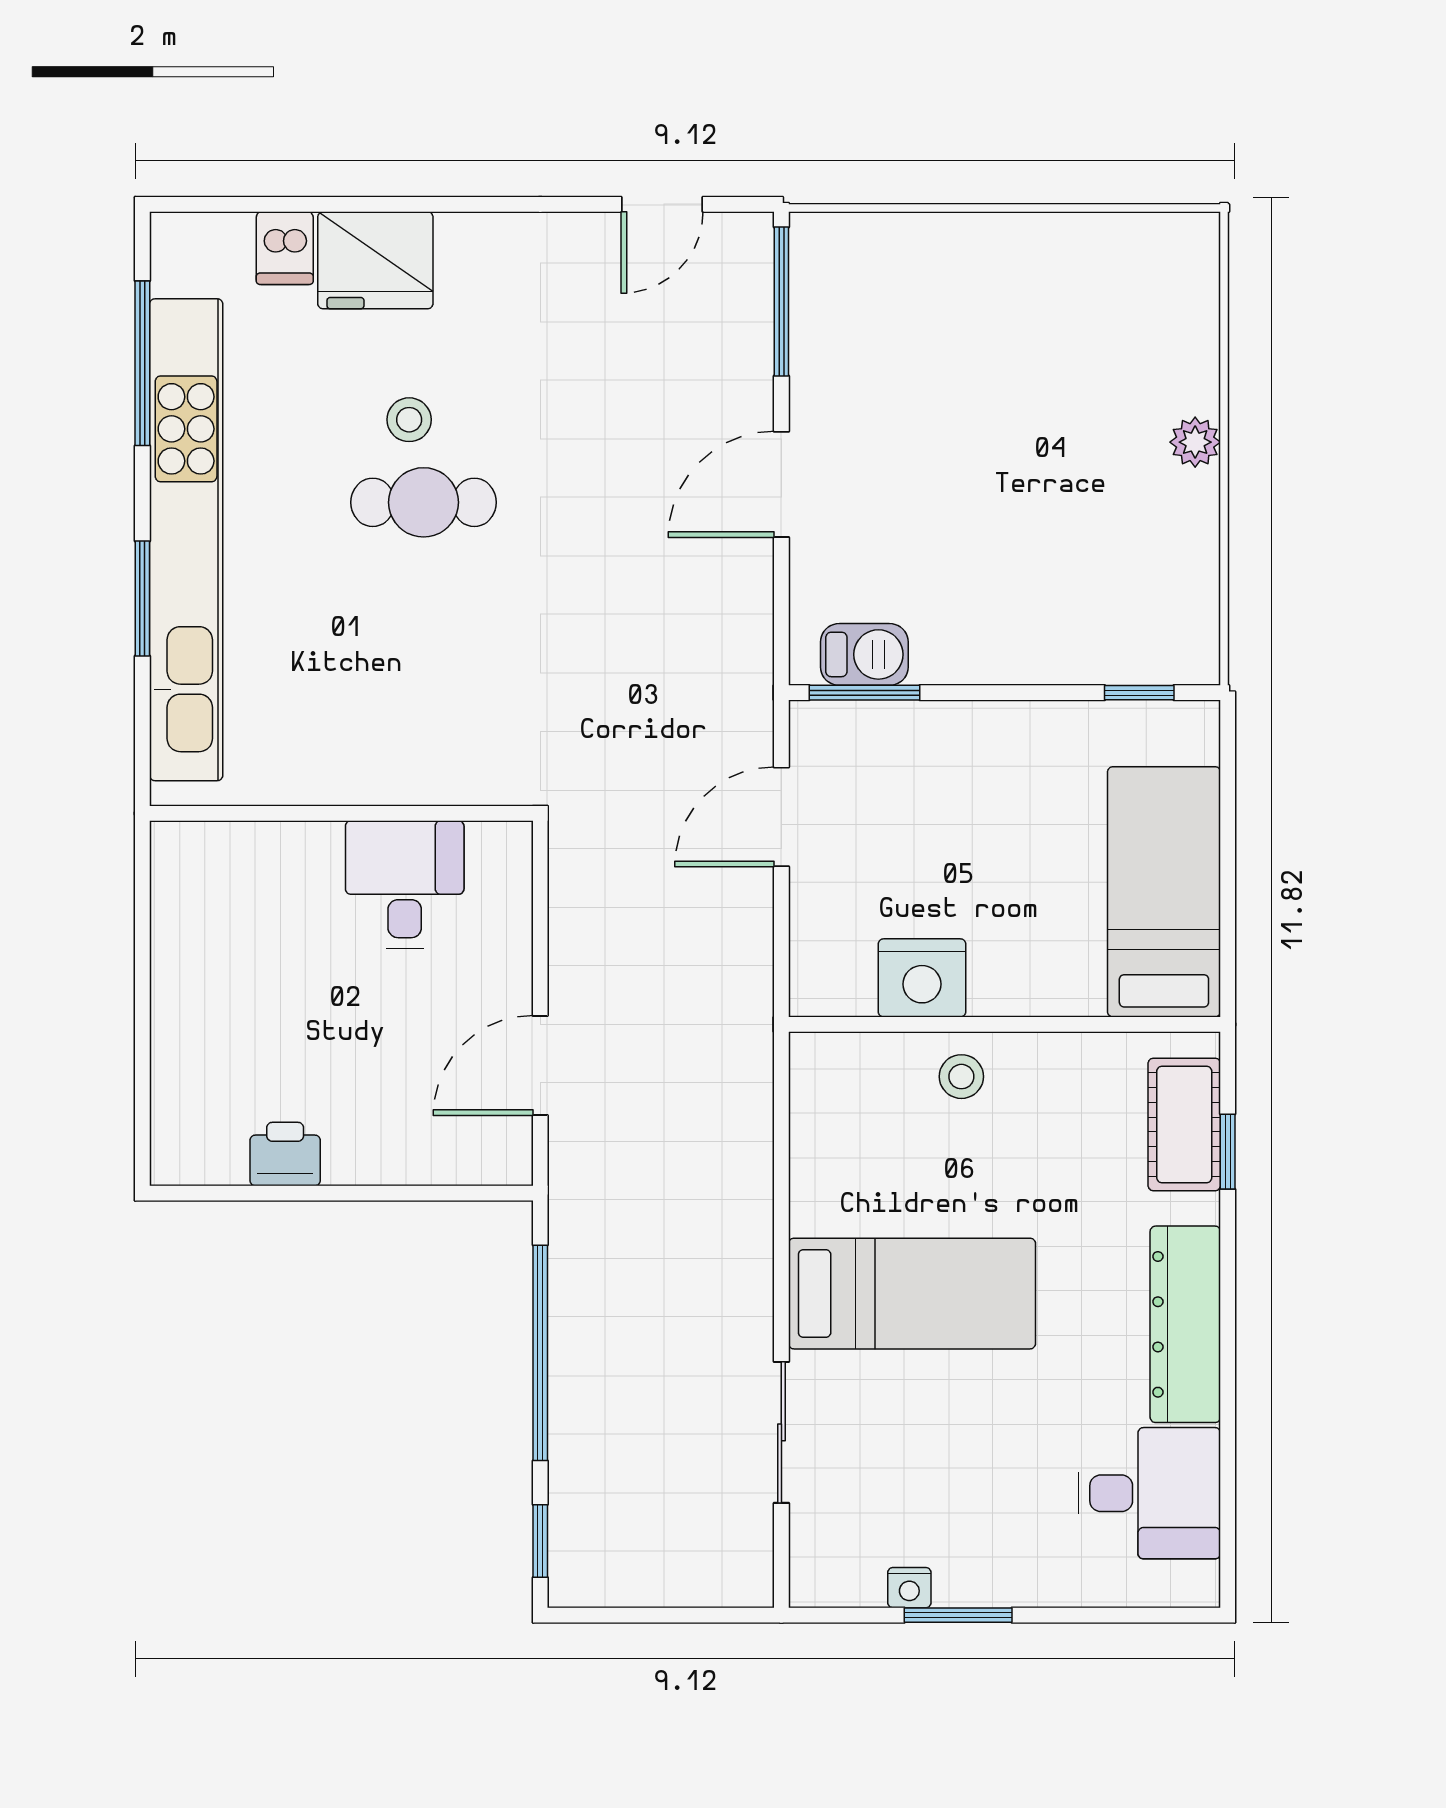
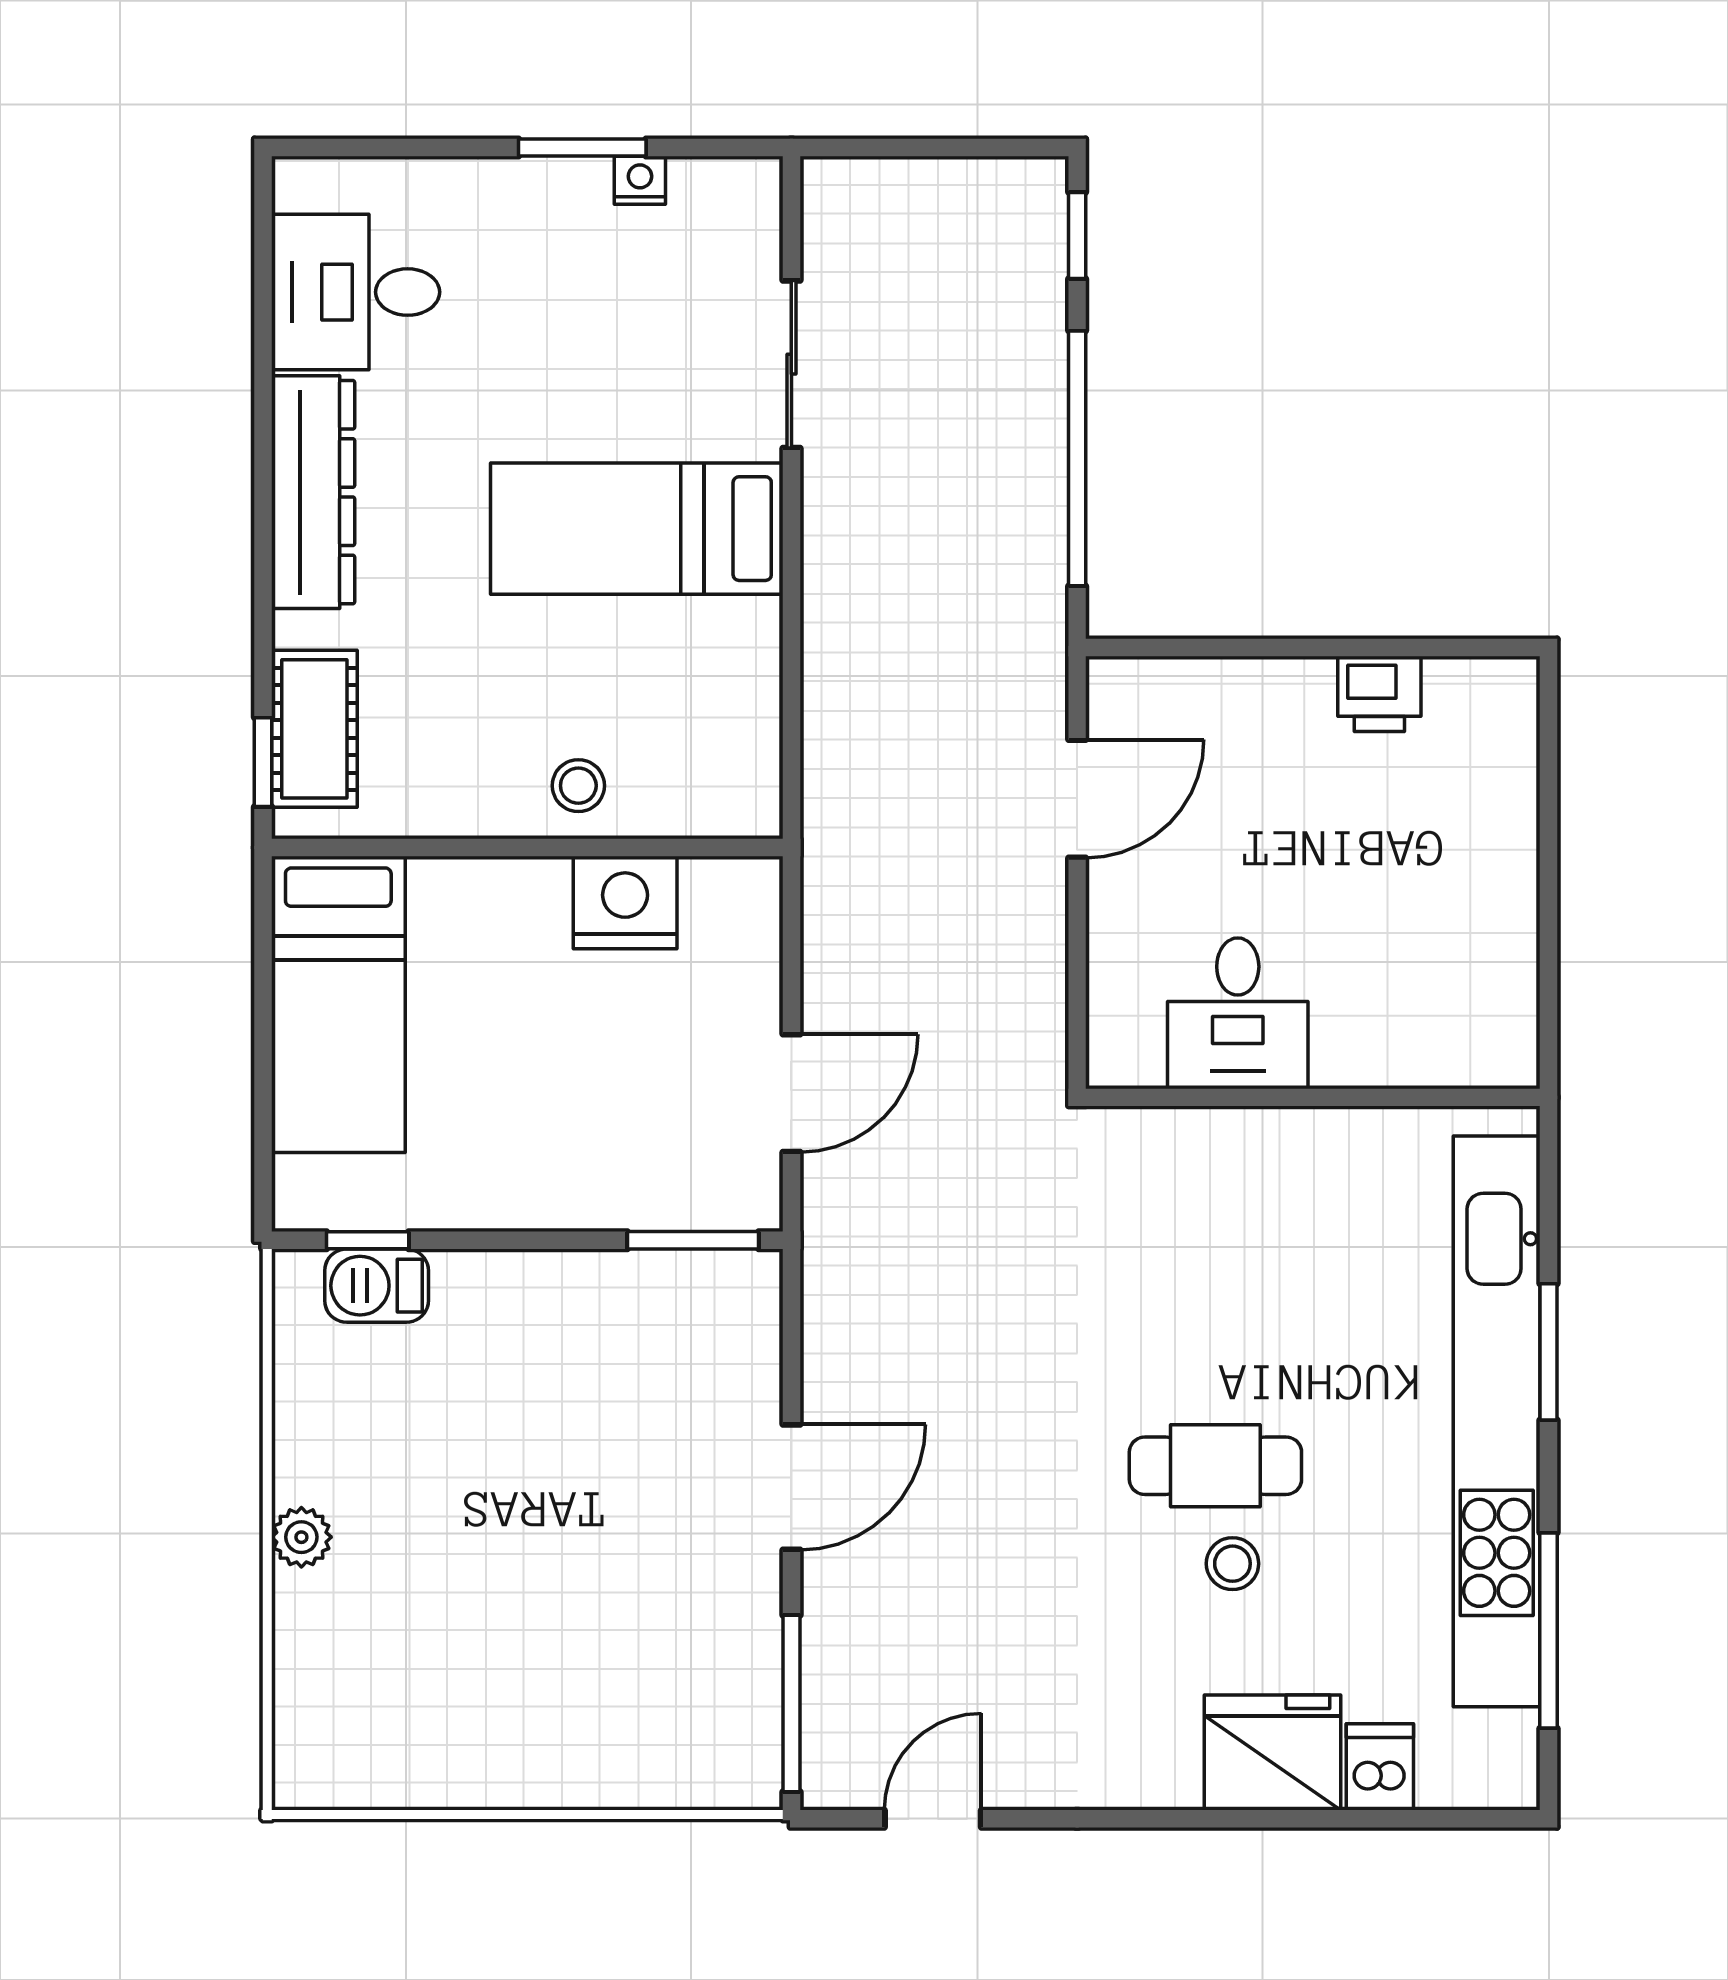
barbecue: (864, 654) -> (377, 1286), moved
window: (1228, 1152) -> (263, 762), moved

